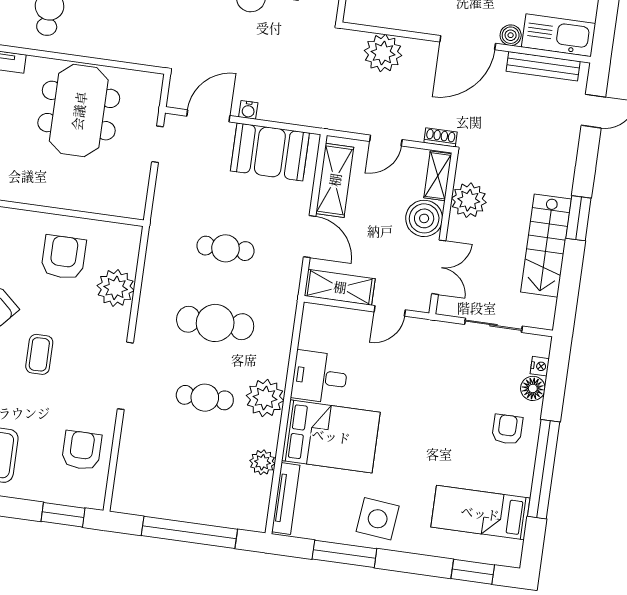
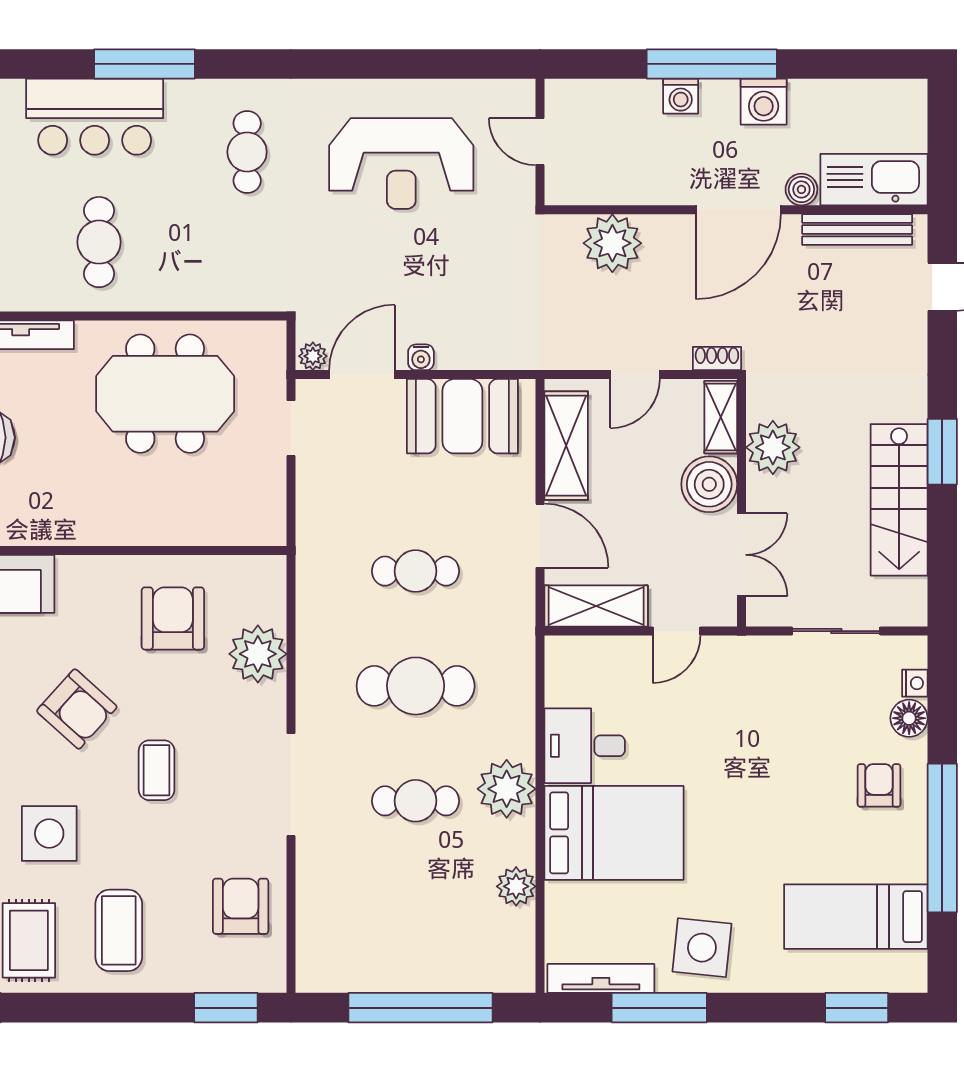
plant: (178, 99) -> (313, 356), added
meeting table: (79, 111) -> (165, 394), turned 90
tv unit: (286, 498) -> (601, 978), moved, turned -90

